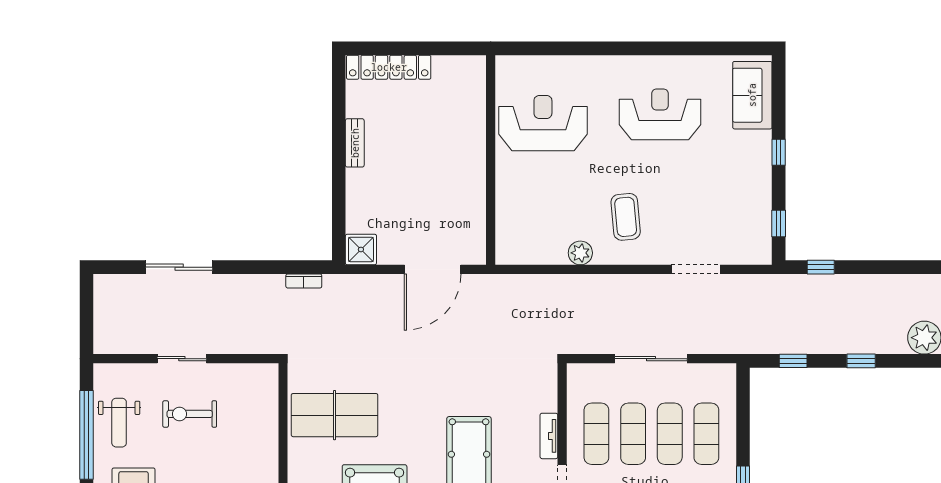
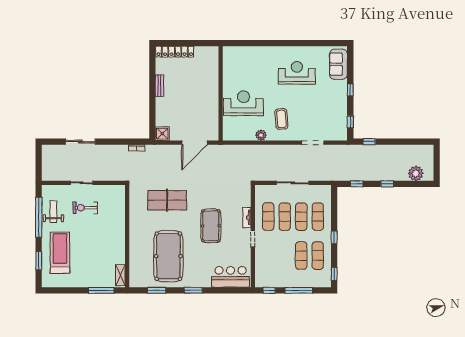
reception desk: (543, 123) -> (243, 103), moved
table tennis table: (335, 415) -> (167, 200), moved
weight bench: (119, 423) -> (53, 212), turned 180

